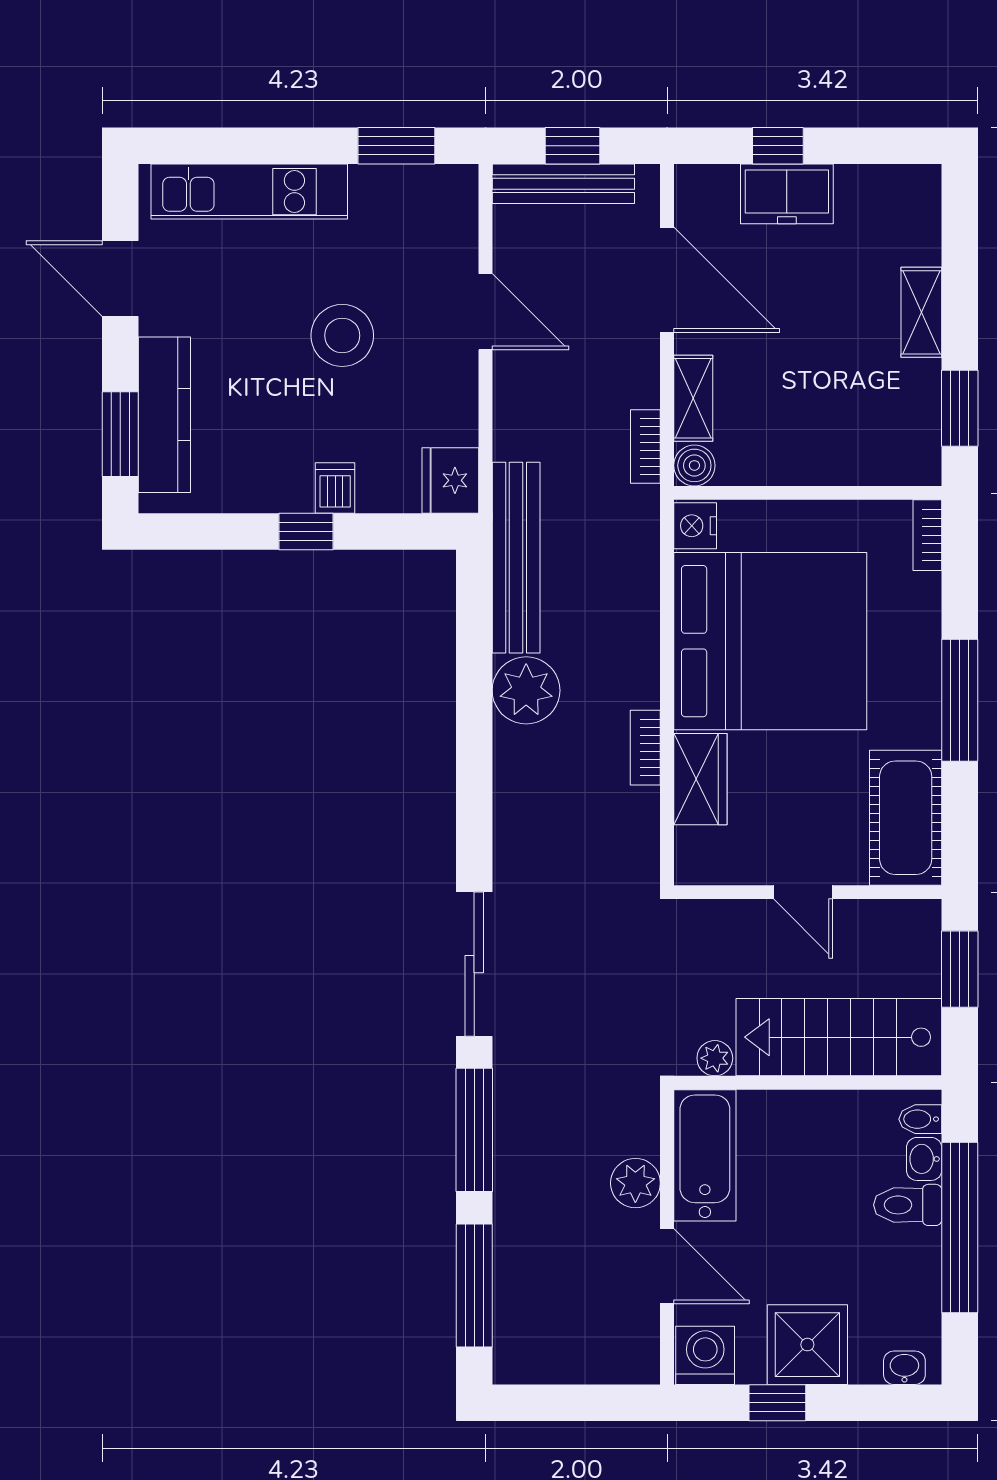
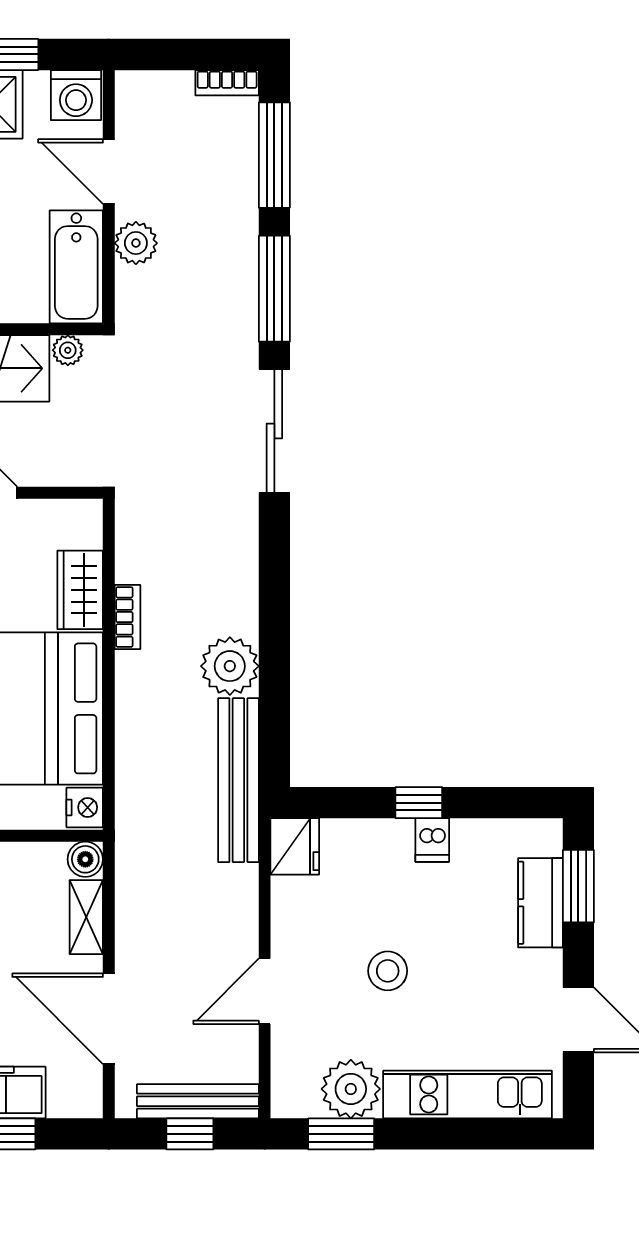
plant: (385, 198) -> (351, 1089), added
door: (486, 312) -> (265, 991), hinge flipped
stool: (342, 335) -> (388, 971), width x0.73, depth x0.73
kitchen counter: (164, 415) -> (540, 903), width x0.67
bookcase: (645, 446) -> (227, 83), moved, turned 90
dishwasher: (335, 488) -> (432, 840), moved

